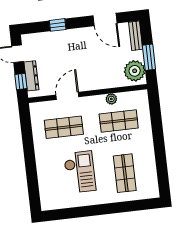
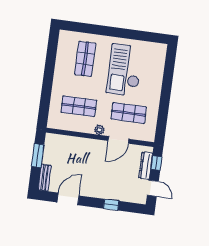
door: (105, 19) -> (68, 199), hinge flipped
plant: (135, 71) -> (53, 147), removed
plant: (111, 99) -> (99, 130), moved
checkout: (80, 172) -> (125, 70), width x1.36, depth x1.21

